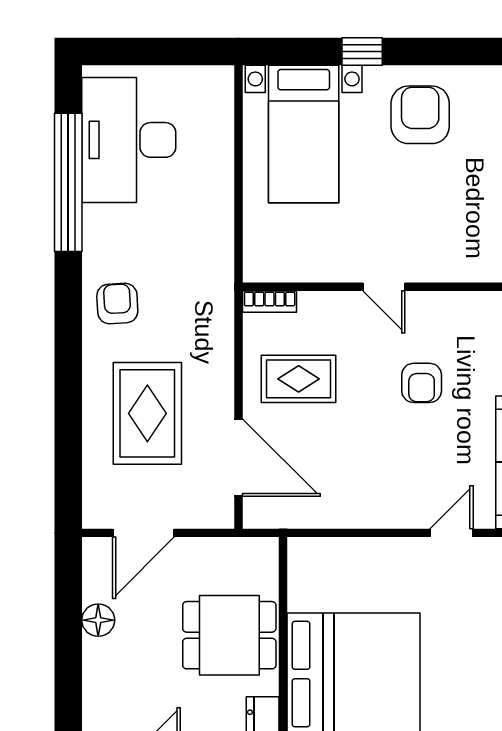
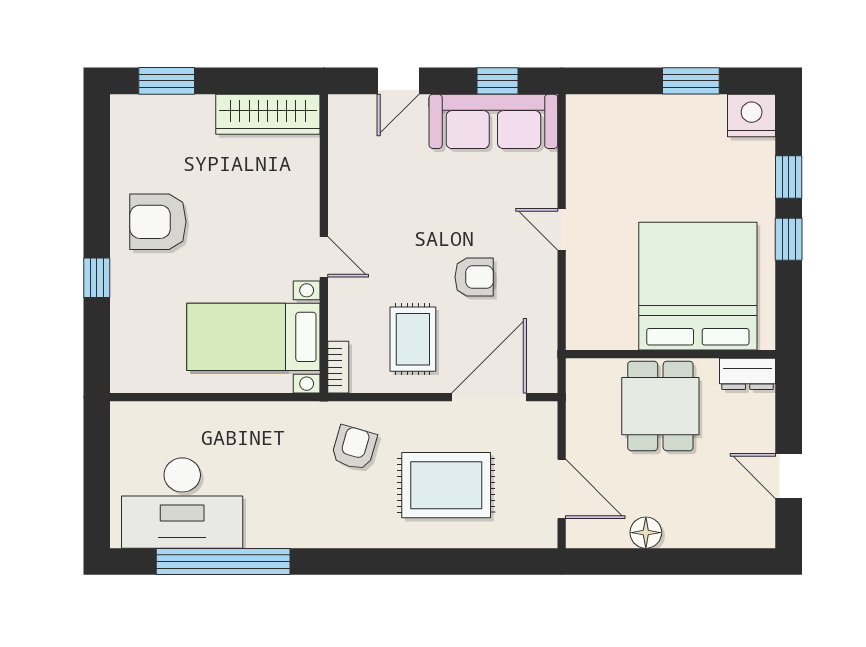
bed with nightstands: (304, 134) -> (253, 337), moved, turned 180
door: (384, 287) -> (324, 257), hinge flipped
armchair: (117, 304) -> (354, 448), moved, turned 109
armchair: (422, 383) -> (474, 277), moved
door: (451, 533) -> (562, 229), moved

